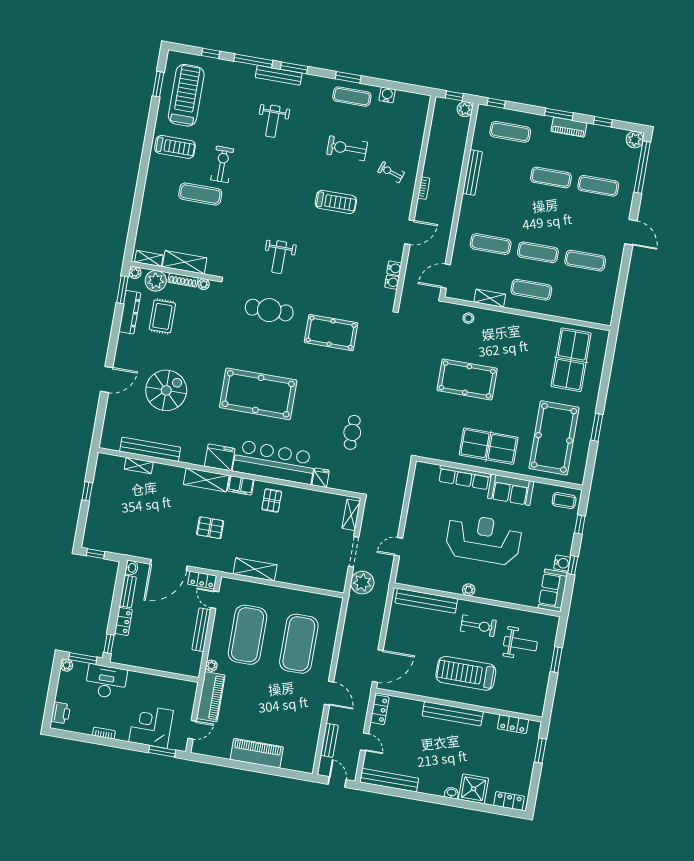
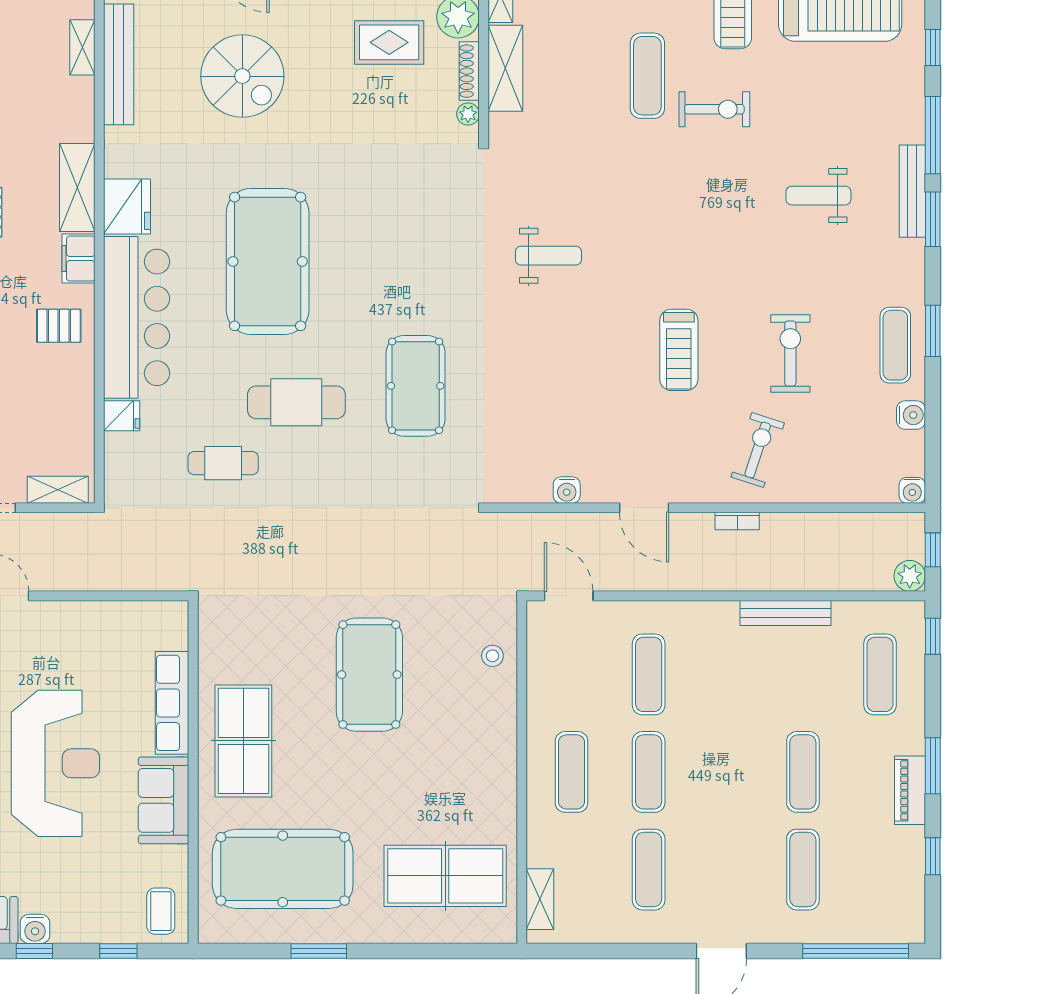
plant: (635, 140) -> (908, 926), removed
exercise bike: (391, 172) -> (758, 450), width x1.38, depth x1.39
weight bench: (279, 257) -> (548, 256), turned 180
water cooler: (392, 282) -> (912, 490), moved
shelving: (490, 298) -> (540, 899), moved
cafe table: (269, 310) -> (296, 402), moved, turned 90

